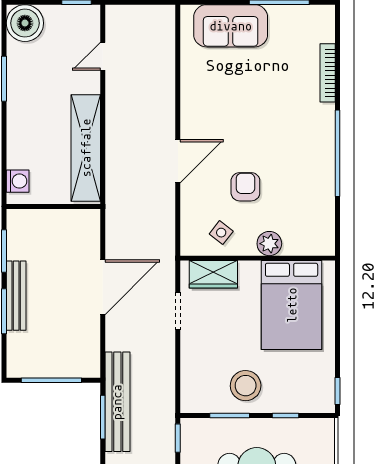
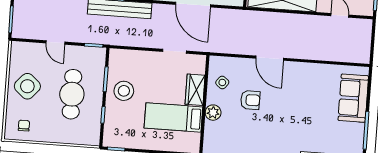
wardrobe: (213, 274) -> (195, 90), moved
bed: (292, 305) -> (173, 117), width x0.67

